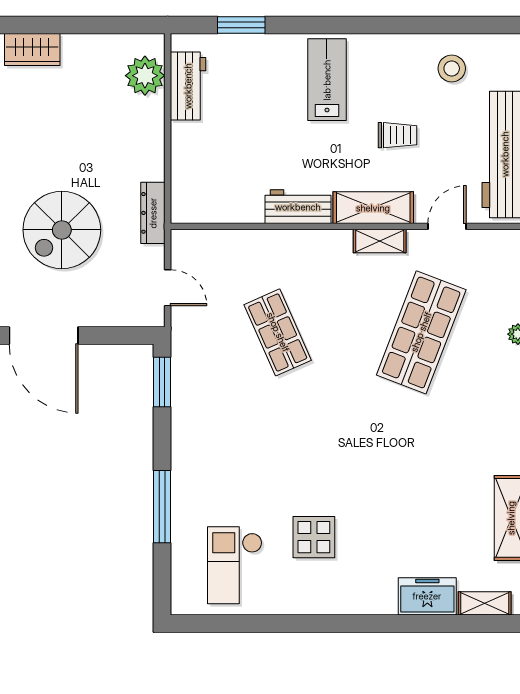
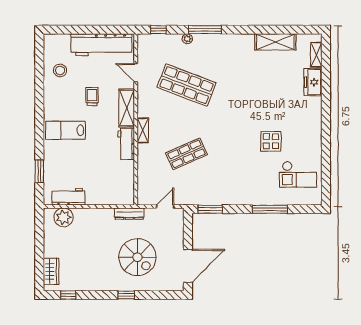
shelving: (380, 241) -> (143, 130), moved
display table: (314, 537) -> (271, 141), moved

